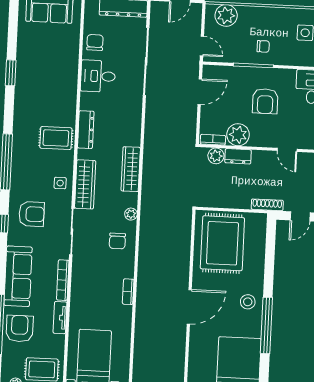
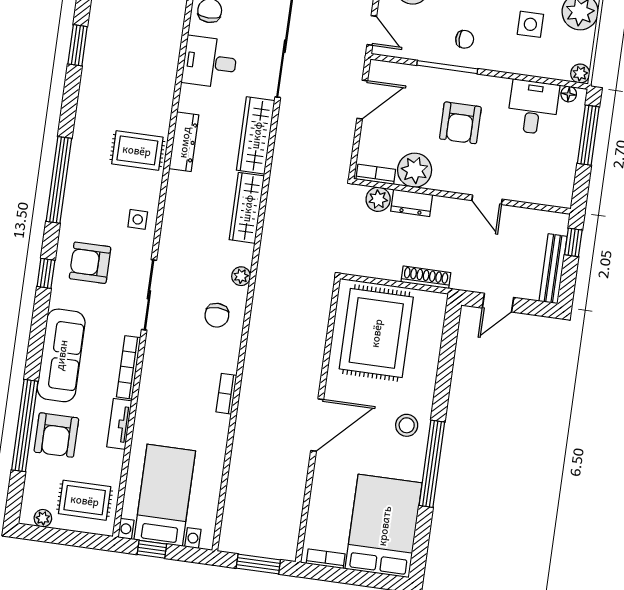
wardrobe: (85, 184) -> (256, 135), moved, turned 180
shoe rack: (267, 205) -> (426, 277), moved
armchair: (32, 214) -> (90, 263), turned 180
armchair: (20, 329) -> (56, 435), turned 180

